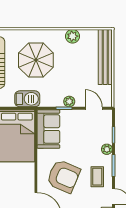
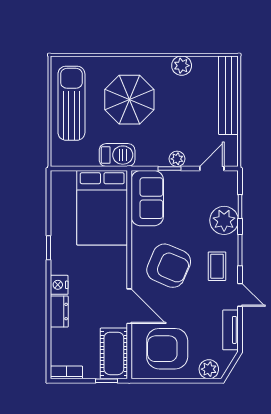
door: (94, 108) -> (212, 168), hinge flipped
plant: (107, 149) -> (224, 220), width x1.88, depth x1.88

